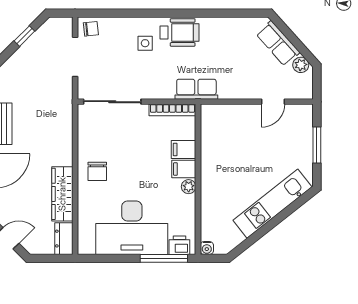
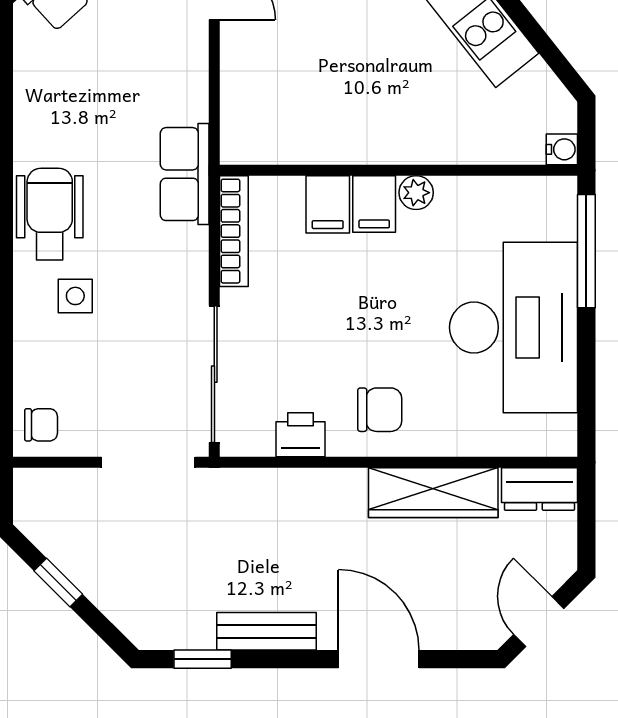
chair: (91, 29) -> (41, 425), turned 96
doorway: (75, 57) -> (148, 462), moved
printer: (179, 245) -> (301, 435), moved, turned 90

